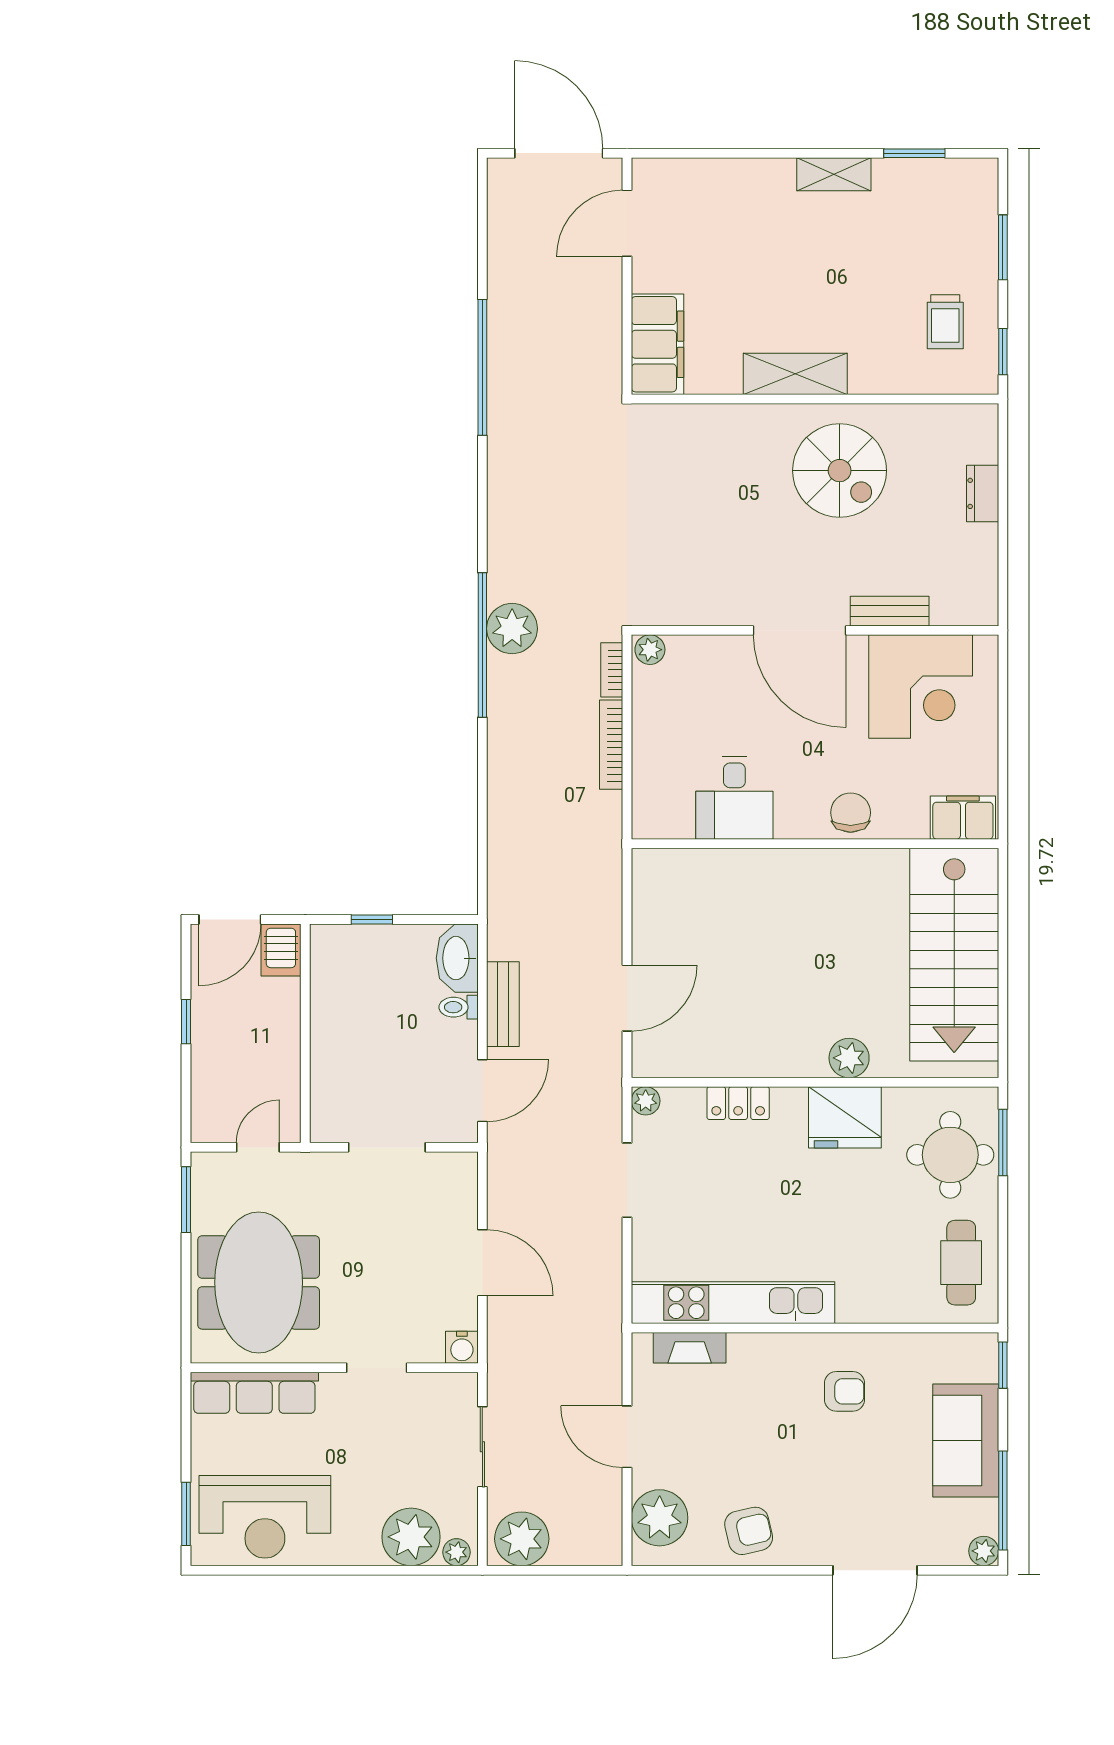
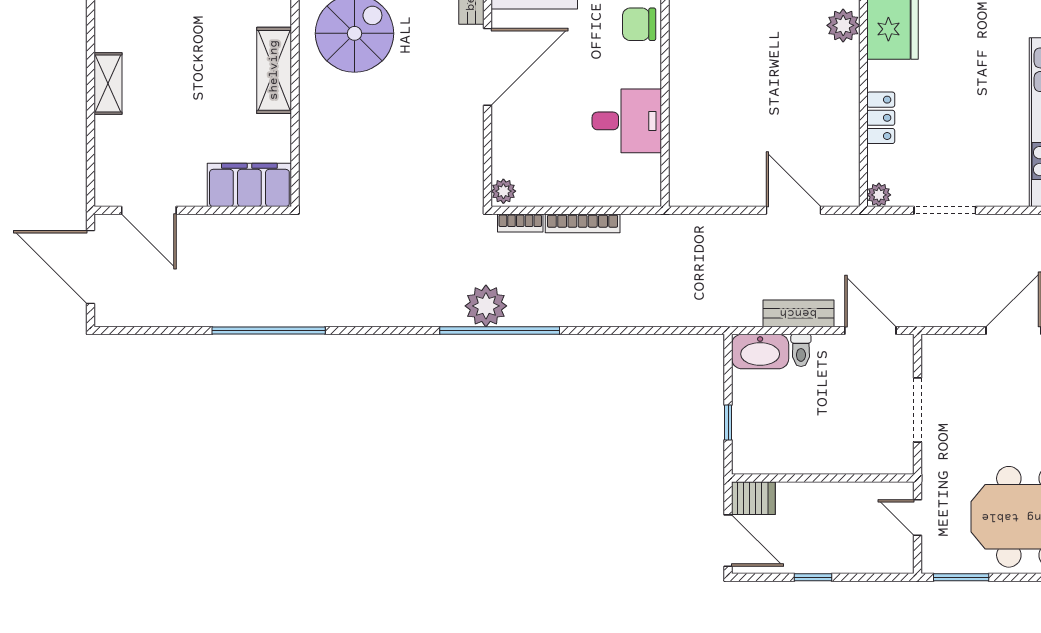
door: (559, 153) -> (91, 267), hinge flipped
shelving: (834, 174) -> (108, 84), moved

